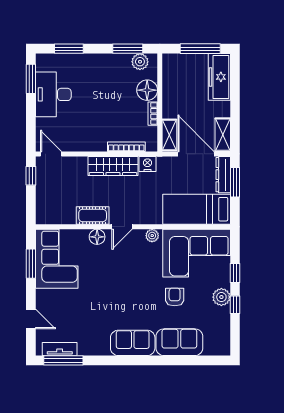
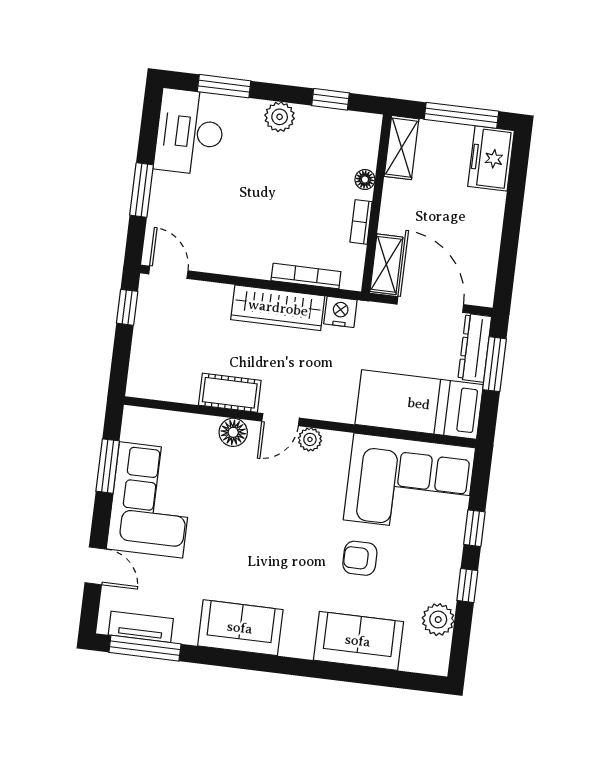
window: (128, 49) -> (330, 99), width x0.67
plant: (140, 62) -> (280, 117), moved
freezer: (219, 77) -> (491, 158), width x0.71
window: (31, 79) -> (142, 190), moved
floor lamp: (147, 90) -> (365, 180), width x0.53, depth x0.53
desk: (53, 94) -> (190, 132), moved
shelving: (223, 135) -> (401, 148), moved
plant: (152, 236) -> (310, 439), moved
corner sofa: (57, 259) -> (151, 500), moved
armchair: (175, 297) -> (360, 558), turned -90
plant: (221, 297) -> (438, 620), moved
sofa: (133, 343) -> (240, 628), moved

